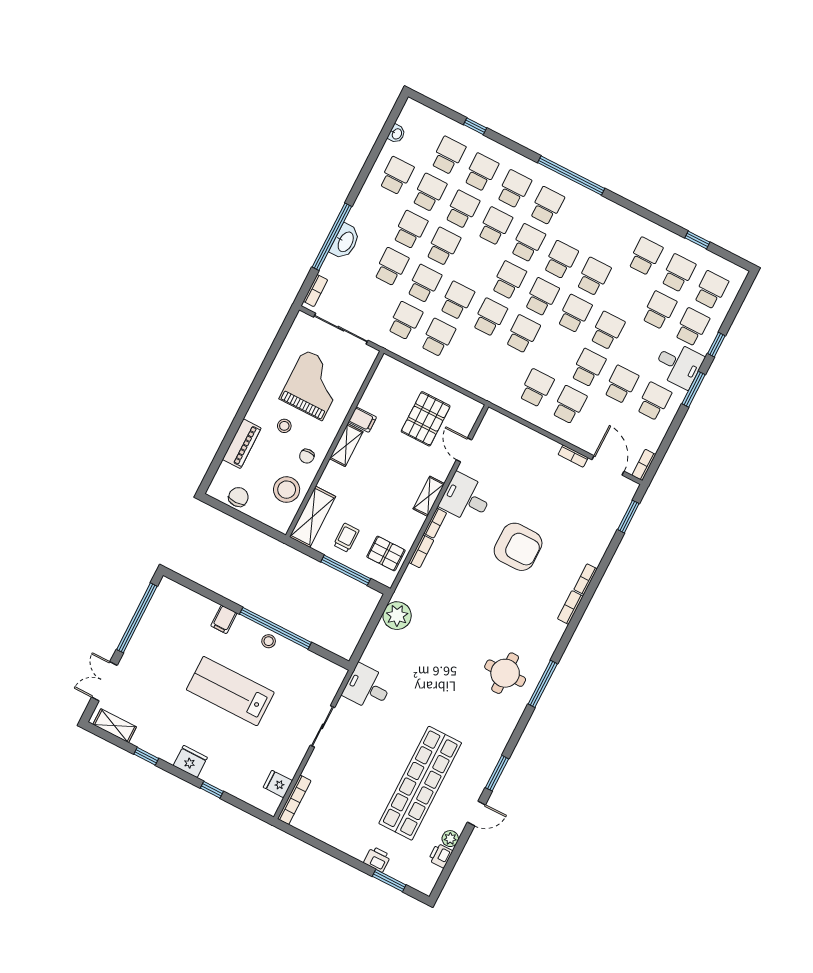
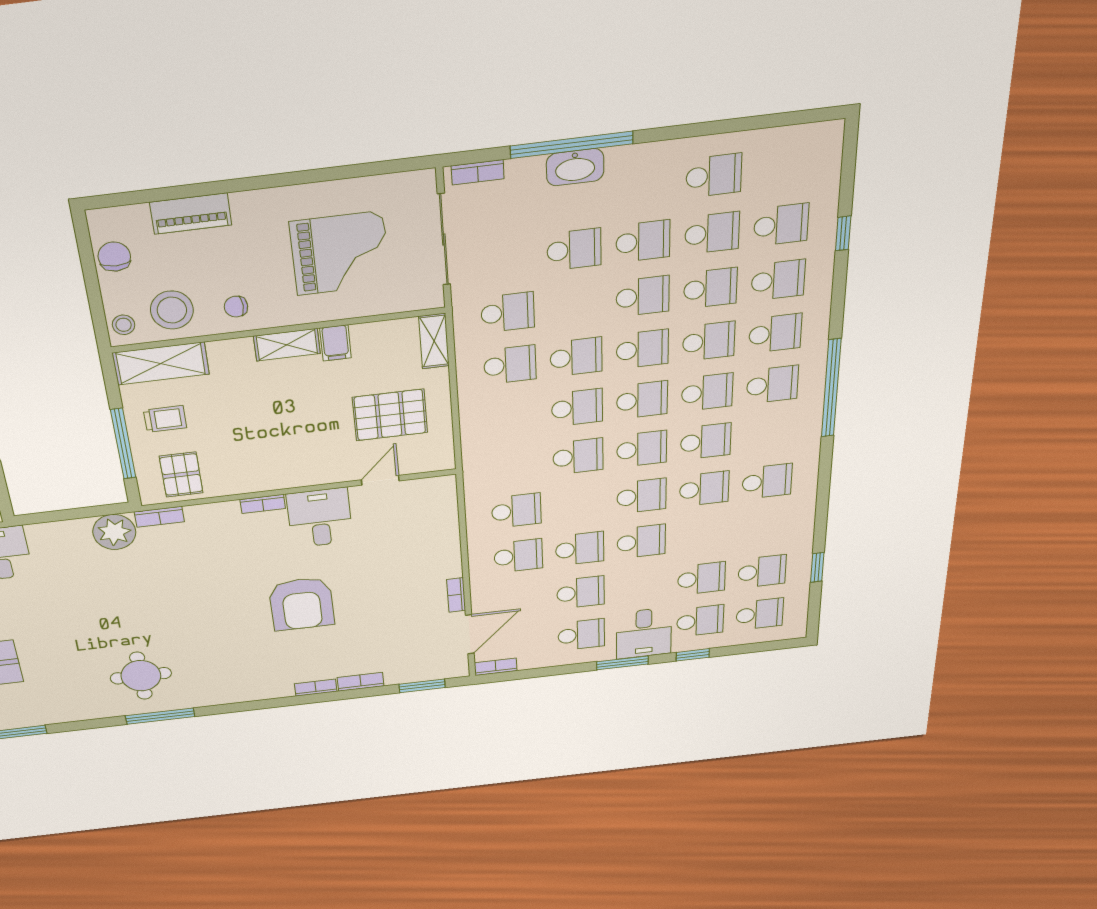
washbasin: (397, 134) -> (779, 137), removed
school desk: (645, 256) -> (767, 481), moved
school desk: (424, 284) -> (642, 349), moved
stool: (284, 426) -> (124, 325), moved
shelving: (429, 496) -> (434, 341), moved, turned 90
chair: (238, 497) -> (114, 257), turned -90
bookcase: (421, 551) -> (159, 517), moved
bookcase: (570, 608) -> (361, 682), moved

